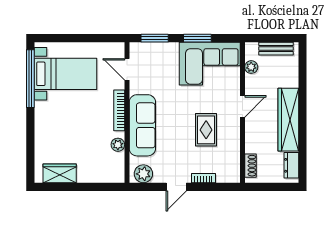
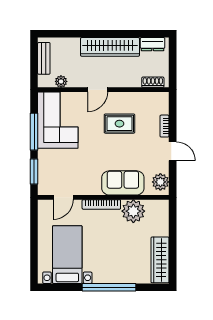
window: (197, 38) -> (34, 132), width x1.44
window: (30, 79) -> (109, 287), moved
door: (242, 106) -> (98, 90), swing flipped
sofa: (142, 125) -> (123, 183), width x0.73
plant: (118, 145) -> (133, 211), width x1.87, depth x1.87
wardrobe: (60, 173) -> (160, 260), width x1.50

